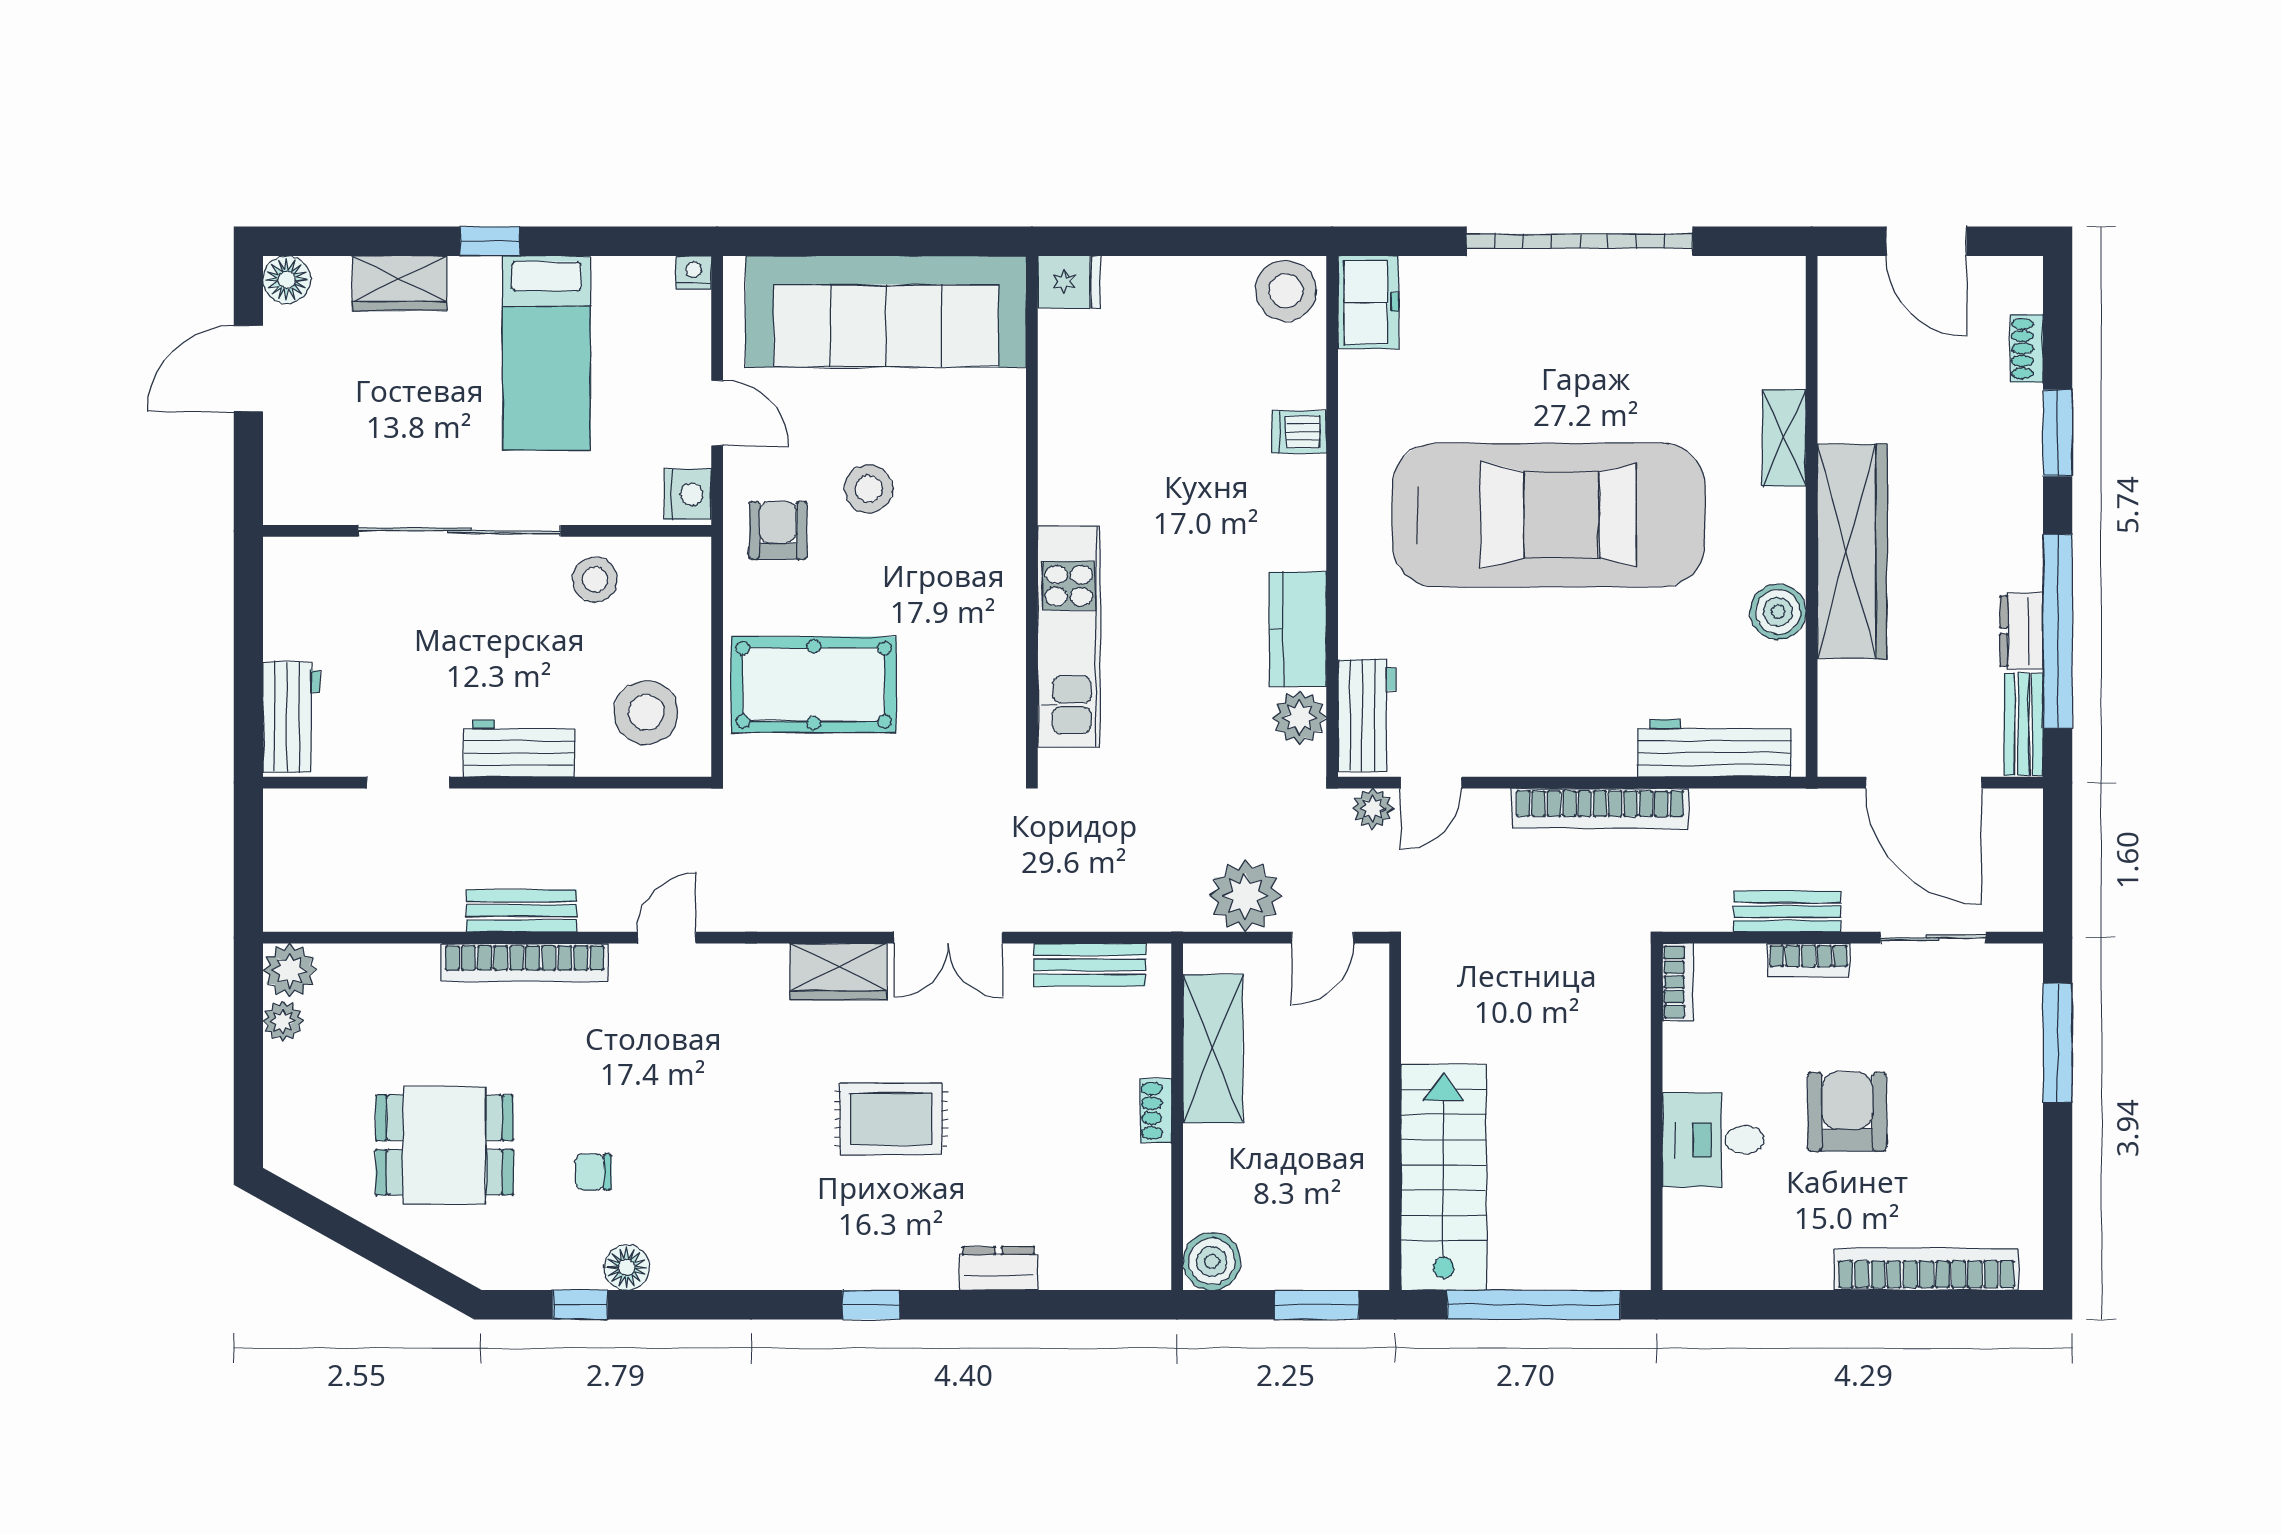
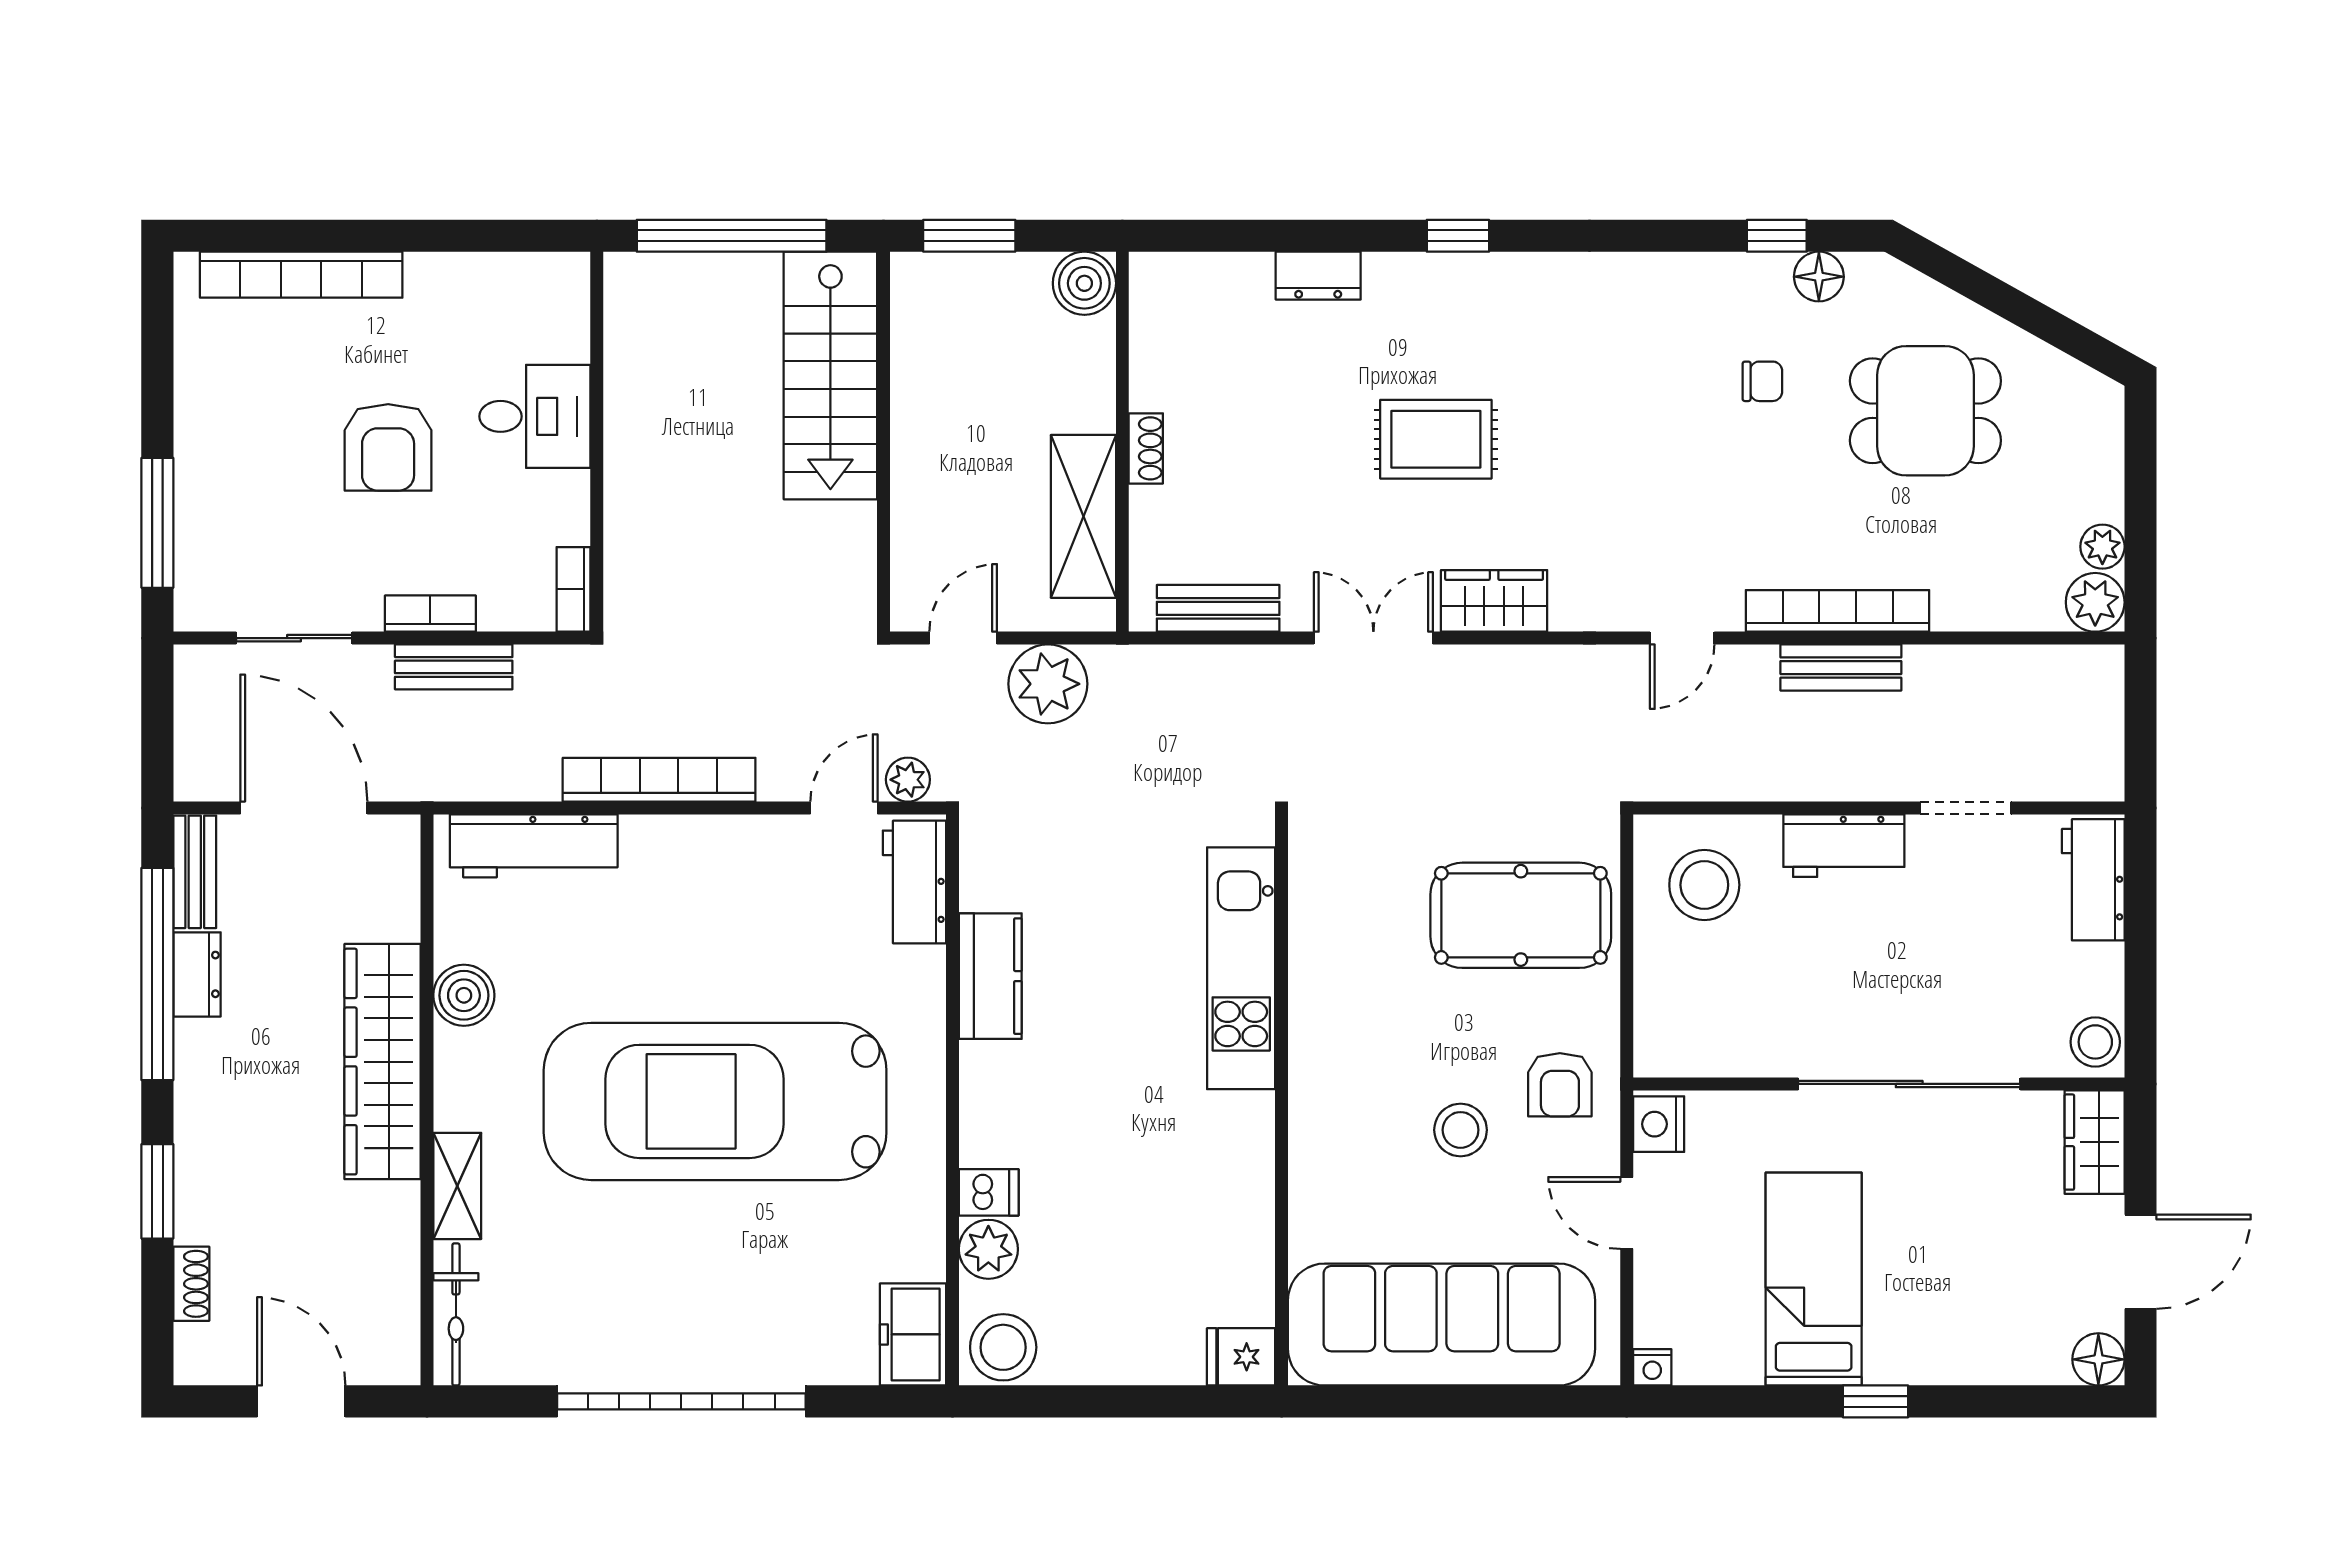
wardrobe: (400, 283) -> (2095, 1142), moved, turned -90
bicycle: (1785, 321) -> (456, 1314), added
stool: (595, 579) -> (2095, 1042), moved
plant: (1299, 717) -> (988, 1249), moved
floor lamp: (627, 1268) -> (1819, 277), moved

